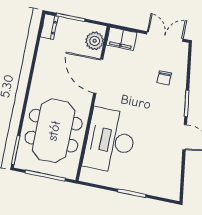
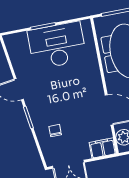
desk: (110, 141) -> (57, 45), moved, turned -90

